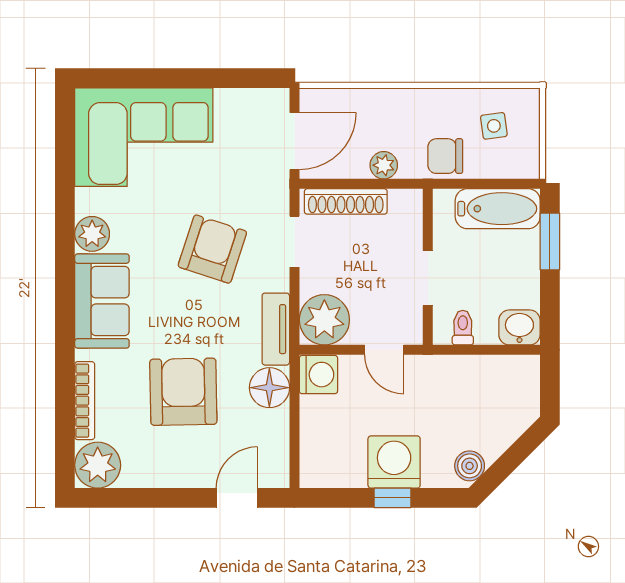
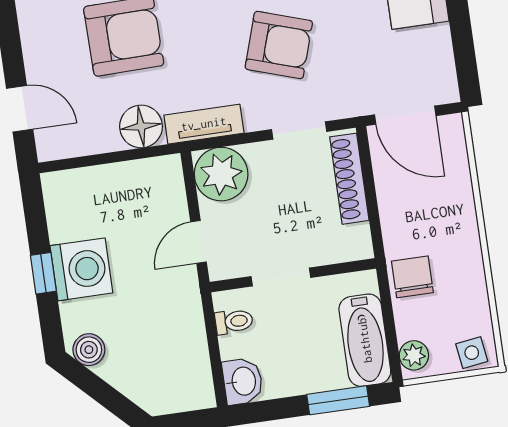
side table: (494, 126) -> (472, 353), moved
plant: (384, 165) -> (414, 355), moved
washing machine: (318, 375) -> (162, 176), removed

